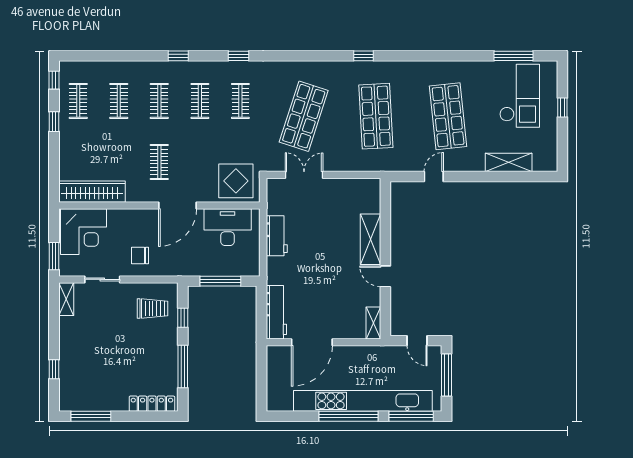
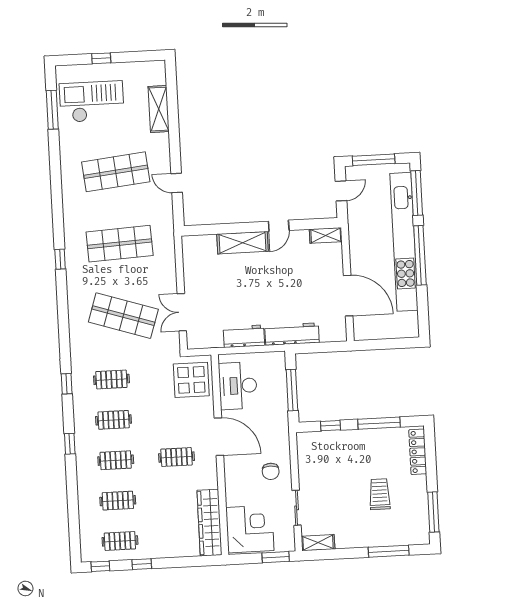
trolley: (153, 309) -> (380, 494), moved
workbench: (276, 312) -> (292, 334), moved
window: (54, 369) -> (389, 551), width x2.17

